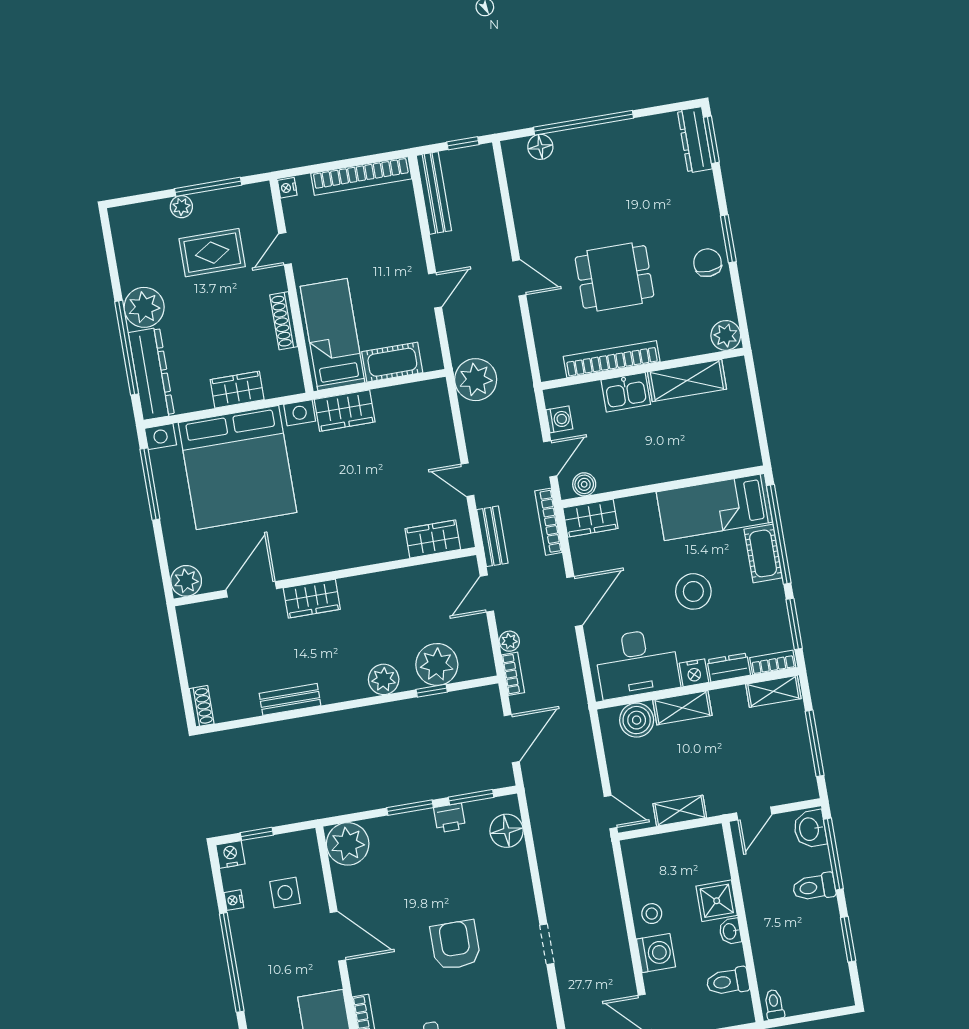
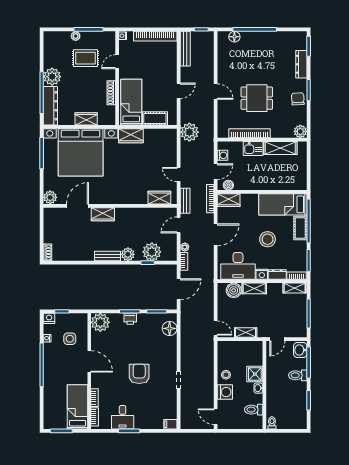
dresser: (695, 140) -> (301, 64), moved
bench: (290, 699) -> (107, 256), moved
printer: (450, 818) -> (130, 319), moved

